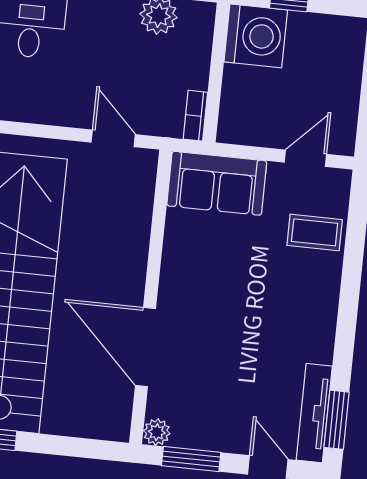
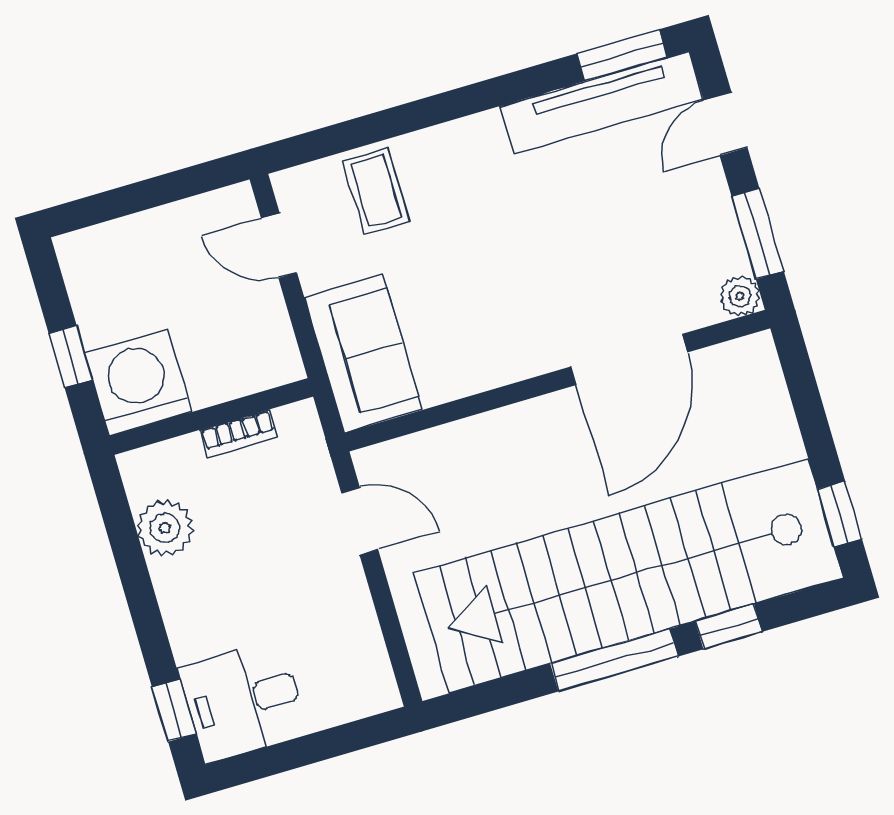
bookcase: (195, 116) -> (239, 434), moved
door: (113, 138) -> (360, 521), swing flipped
tv unit: (314, 413) -> (602, 103), width x1.36, depth x1.29

